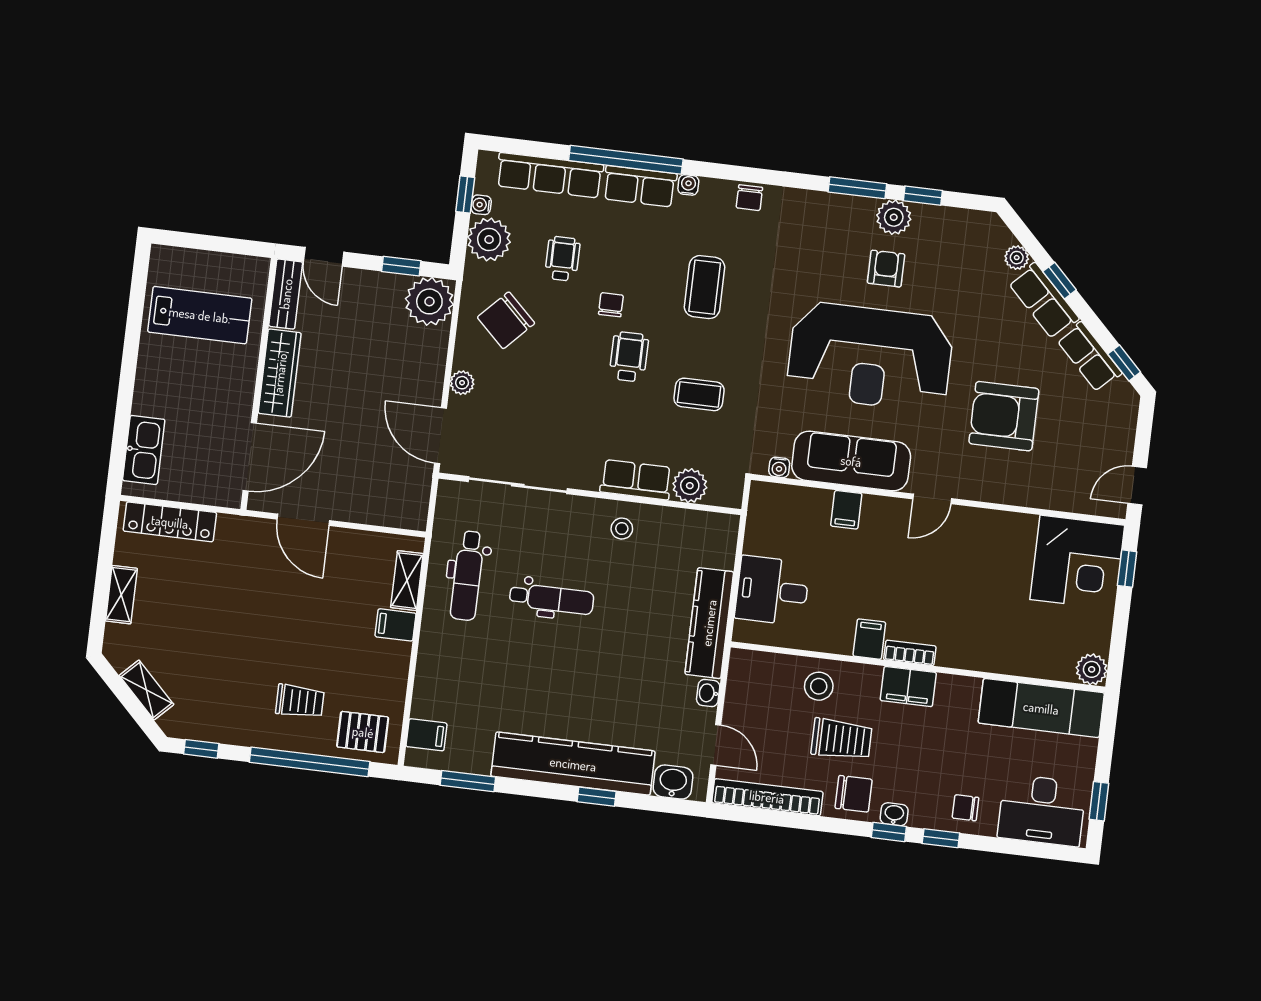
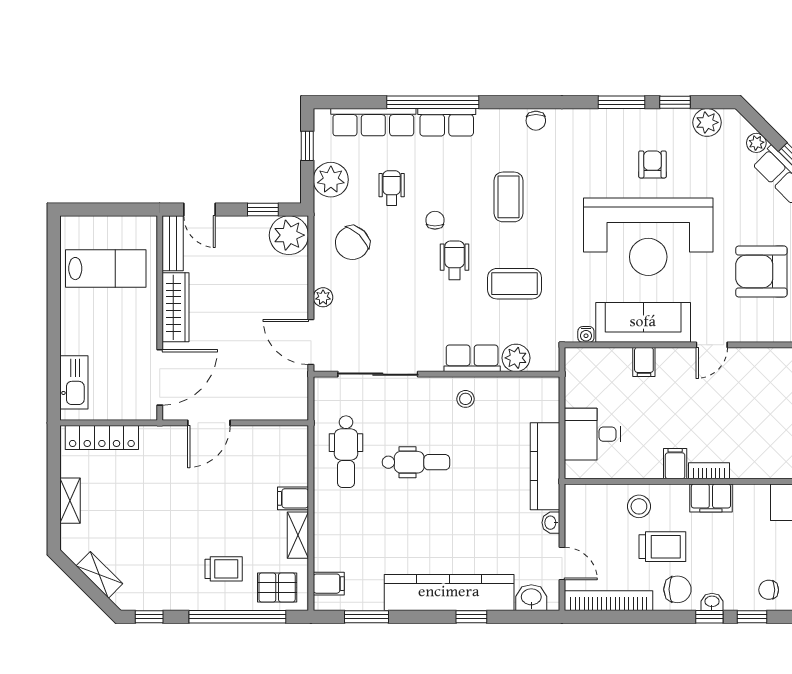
water cooler: (688, 185) -> (486, 116), removed
water cooler: (481, 205) -> (321, 153), removed
plant: (894, 217) -> (707, 122), moved
coffee table: (699, 394) -> (514, 284), width x1.36, depth x1.30
door: (303, 520) -> (209, 423), hinge flipped
shelving: (407, 581) -> (298, 535), moved

